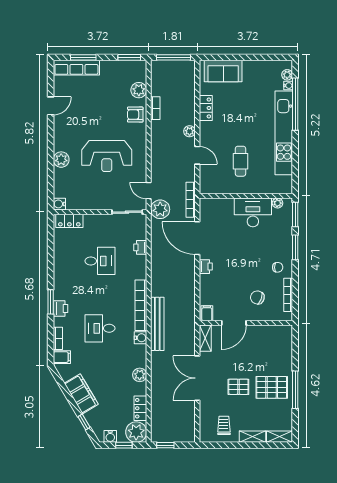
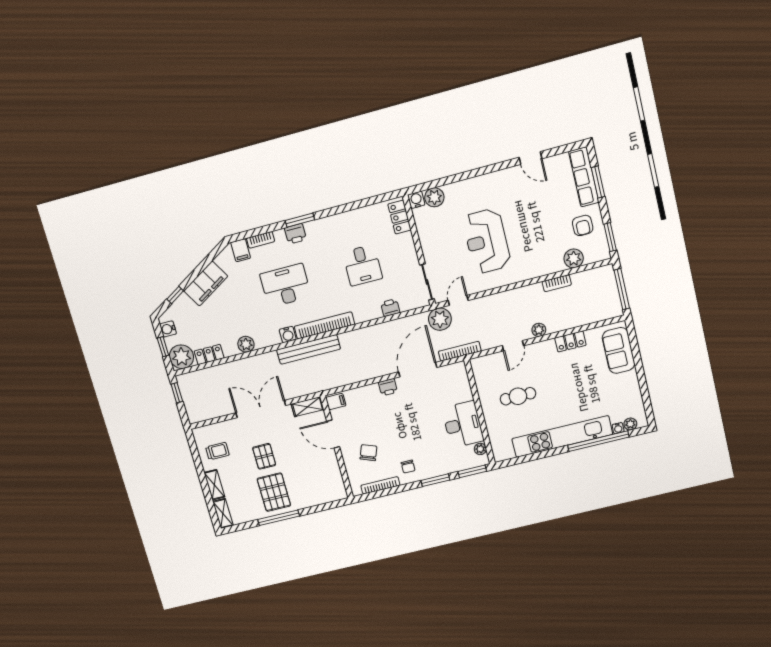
armchair: (135, 115) -> (583, 225), moved, turned 180
plant: (61, 160) -> (434, 197), moved
desk: (100, 328) -> (286, 285), width x1.37

